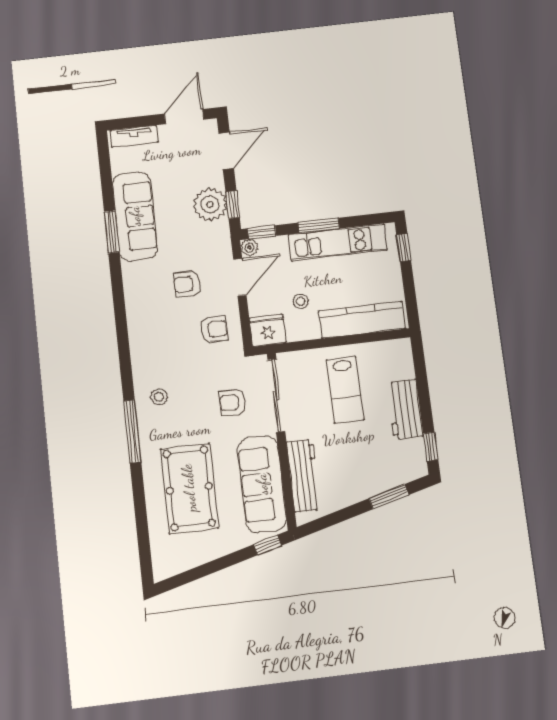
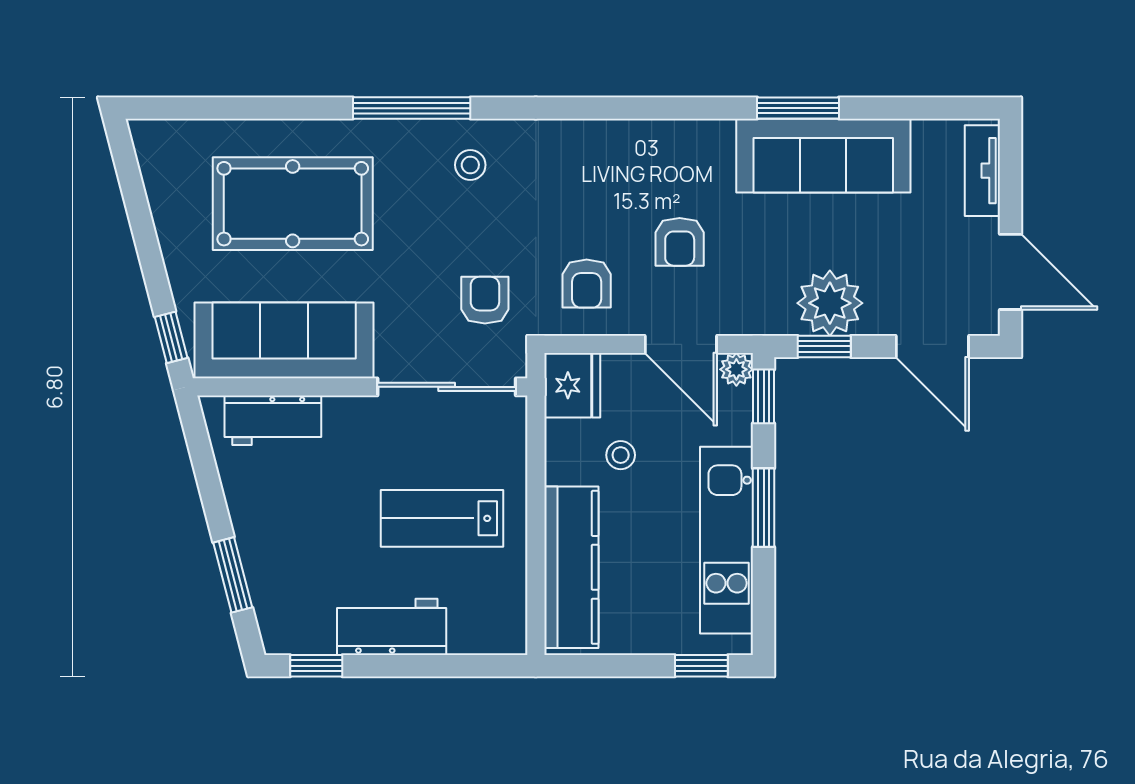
armchair: (187, 284) -> (680, 242), turned 180
armchair: (233, 402) -> (485, 300), moved
workbench: (304, 475) -> (273, 420), width x0.73

